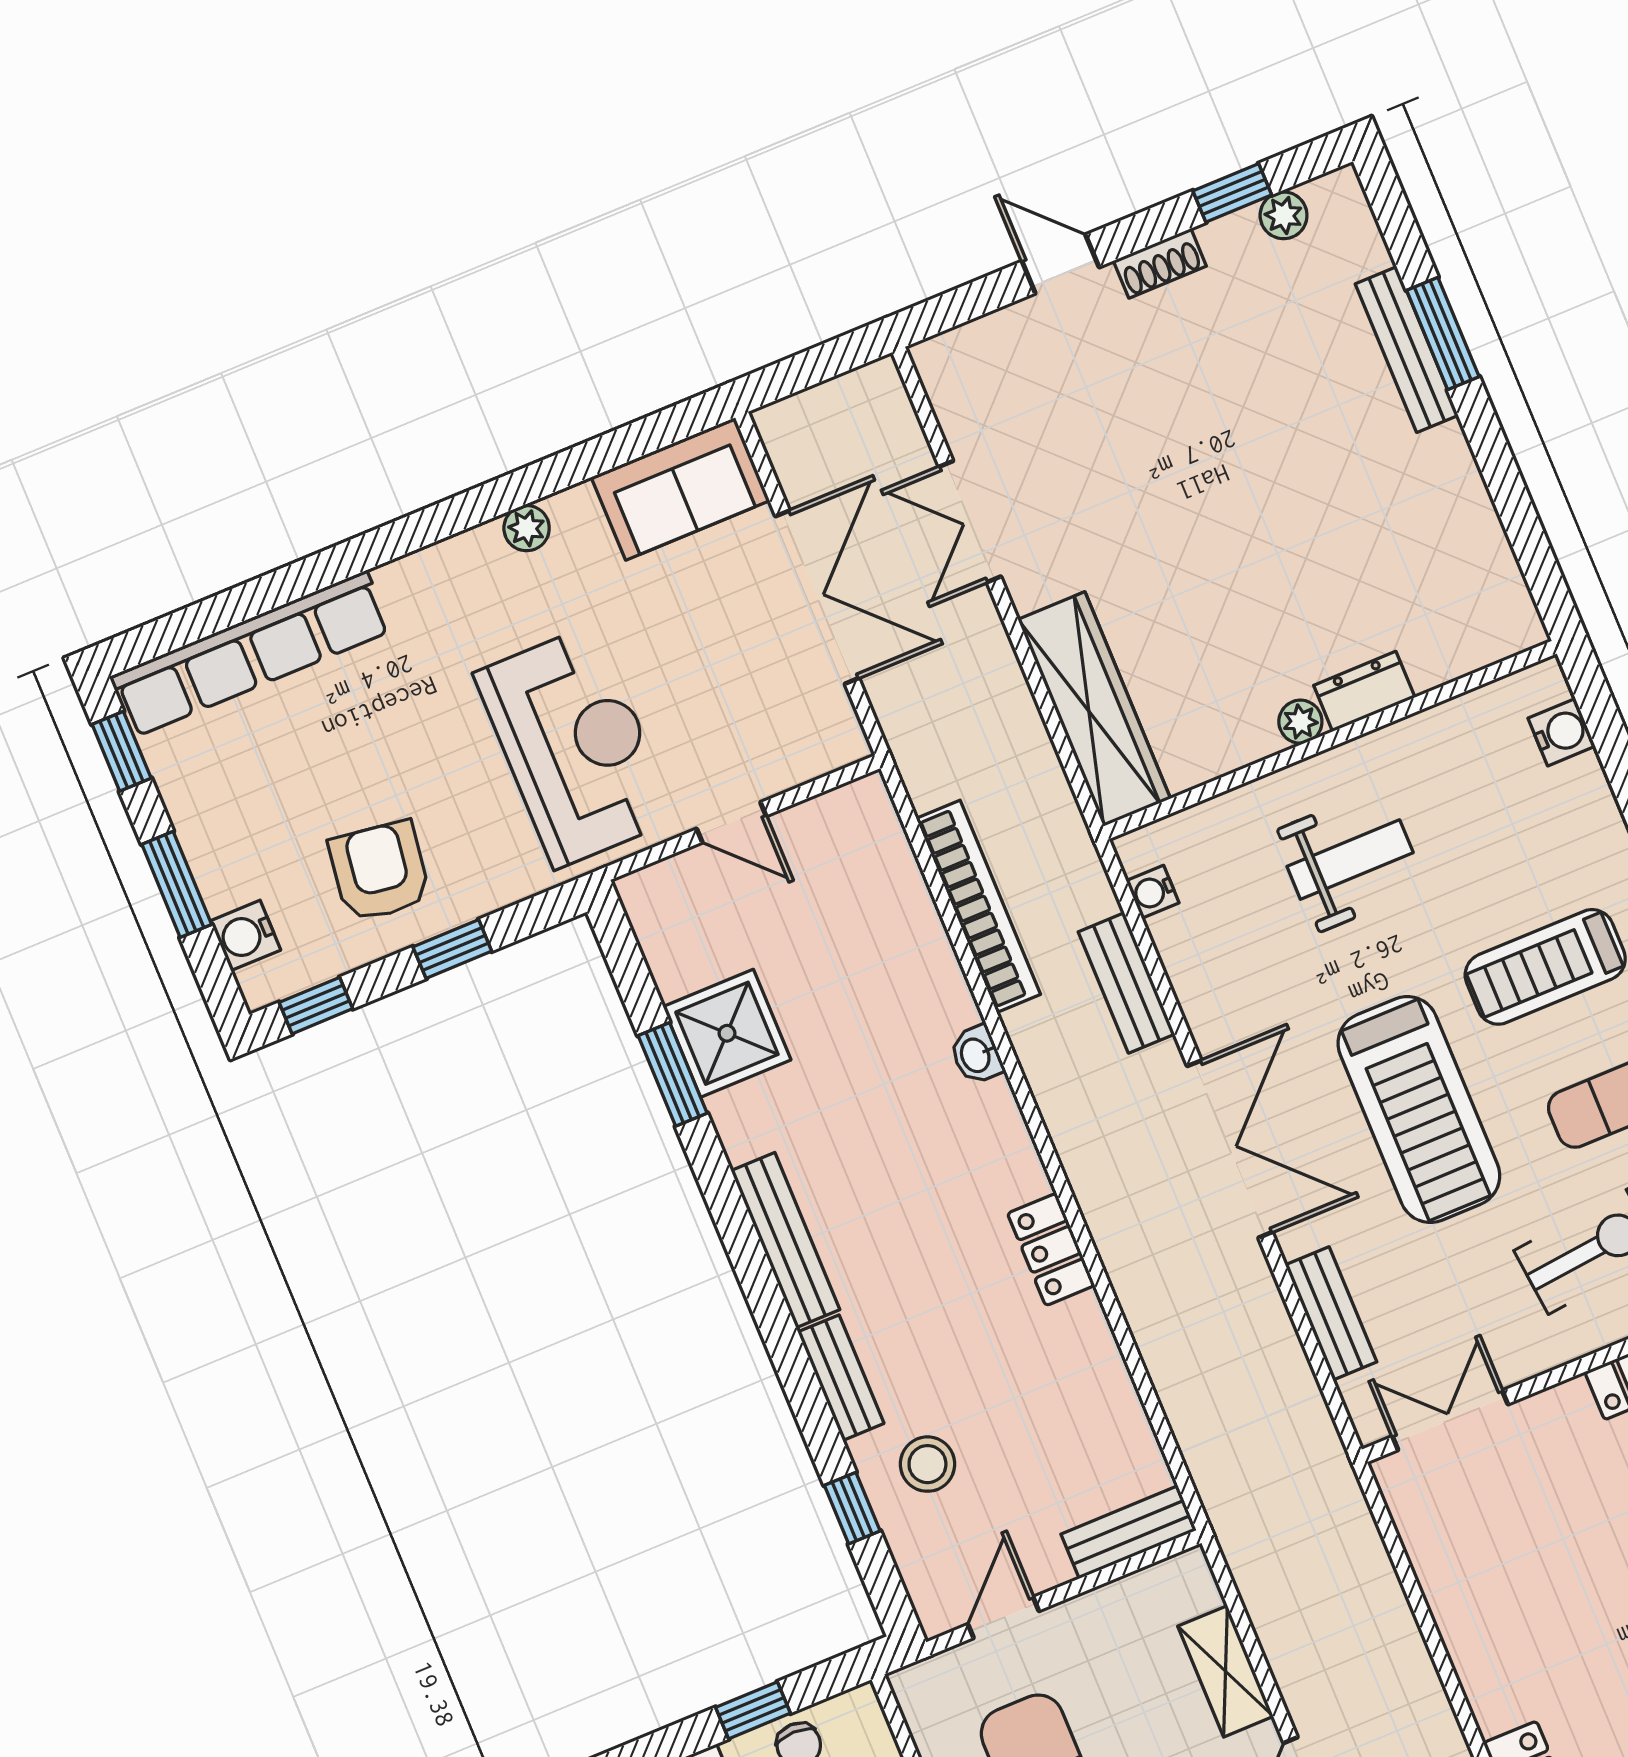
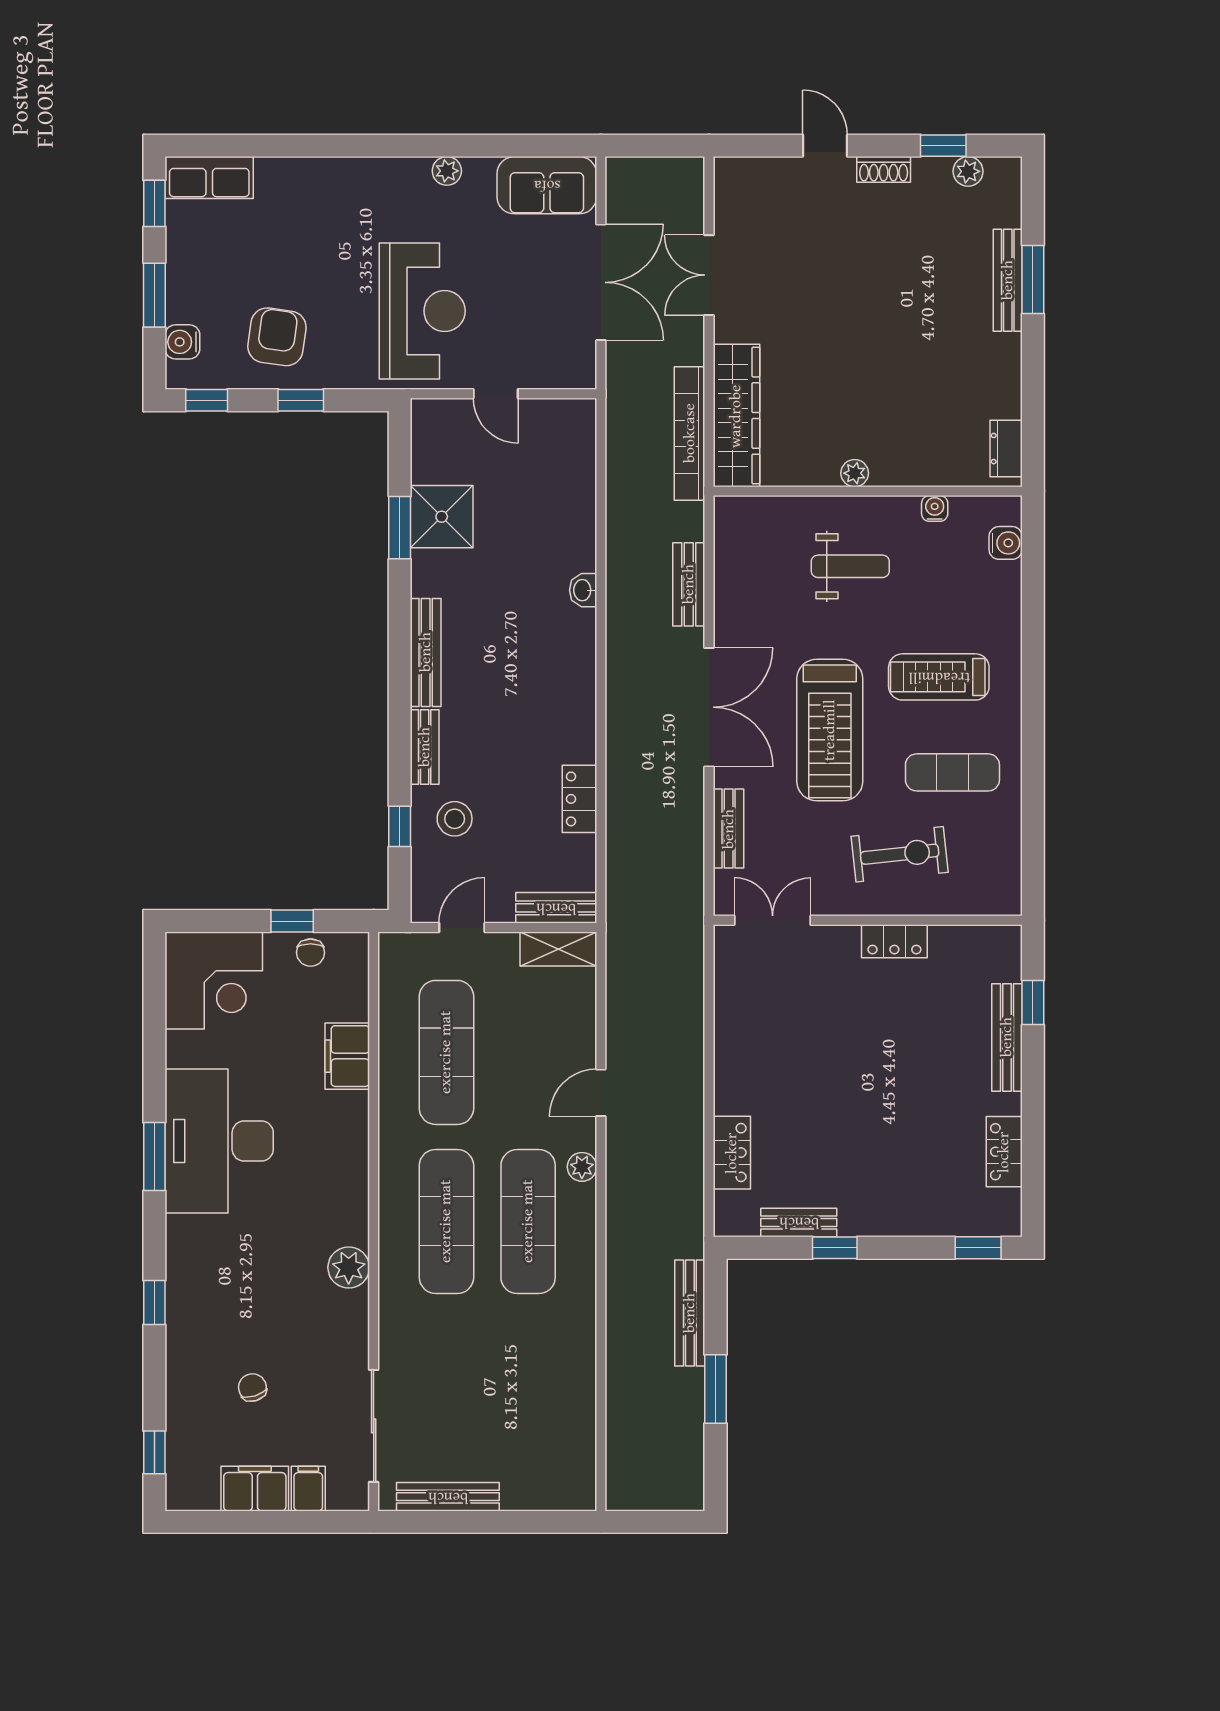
row of seats: (251, 654) -> (209, 178), width x0.50
dresser: (1364, 691) -> (1006, 449), moved, turned -90
water cooler: (1153, 892) -> (935, 508), moved, turned 90
bookcase: (978, 906) -> (690, 433), moved, turned 180
locker: (1051, 1249) -> (580, 799), moved
shelving: (1225, 1671) -> (558, 949), moved, turned 90

